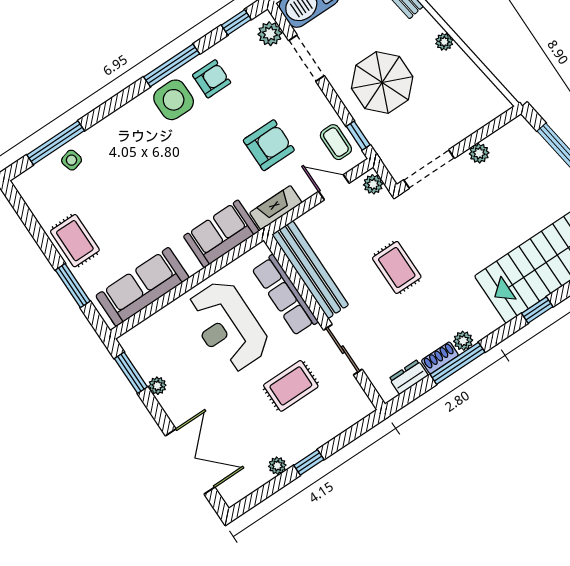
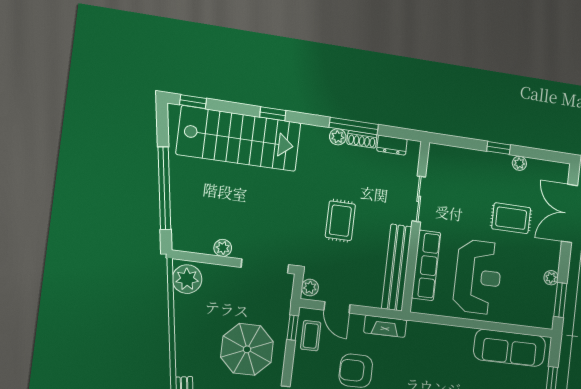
plant: (444, 42) -> (187, 279), moved, width x1.88, depth x1.88
sofa: (221, 234) -> (433, 339), removed
rug: (291, 386) -> (511, 218), moved

